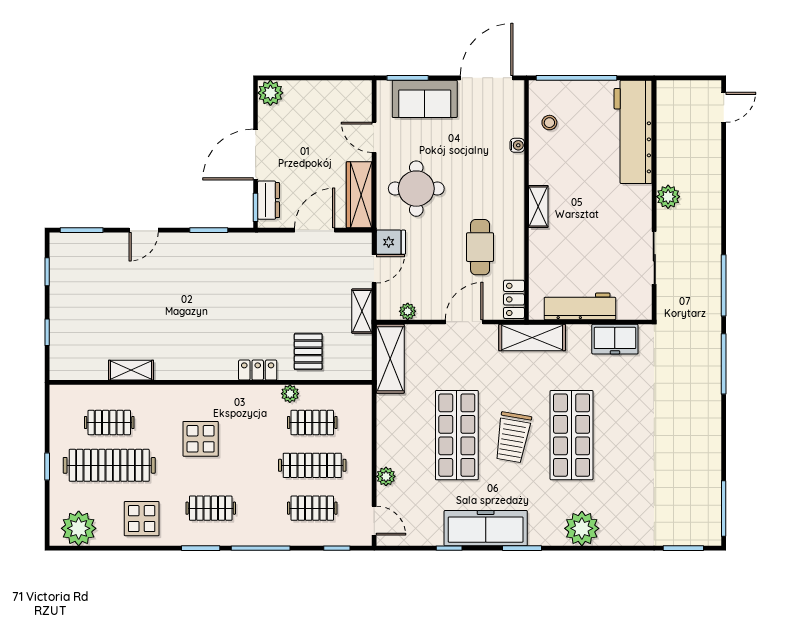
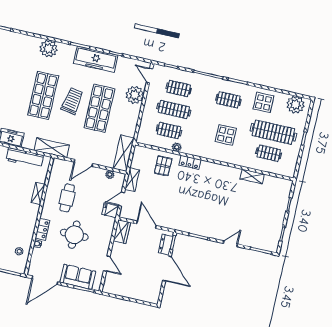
plant: (270, 93) -> (153, 297), removed
door: (256, 154) -> (167, 268), hinge flipped
round table: (416, 189) -> (74, 235), moved
wardrobe: (359, 195) -> (122, 232), width x0.67
shelving: (538, 206) -> (38, 193), moved
door: (315, 230) -> (146, 225), swing flipped
locker: (514, 299) -> (42, 229), moved
plant: (386, 476) -> (135, 95), width x1.88, depth x1.88

